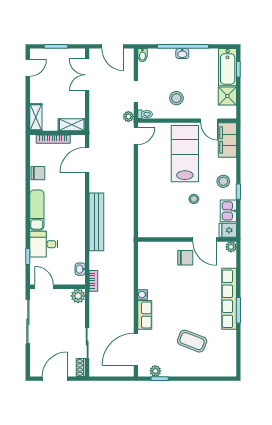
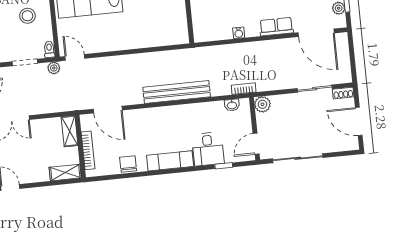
water cooler: (143, 295) -> (239, 33), moved

